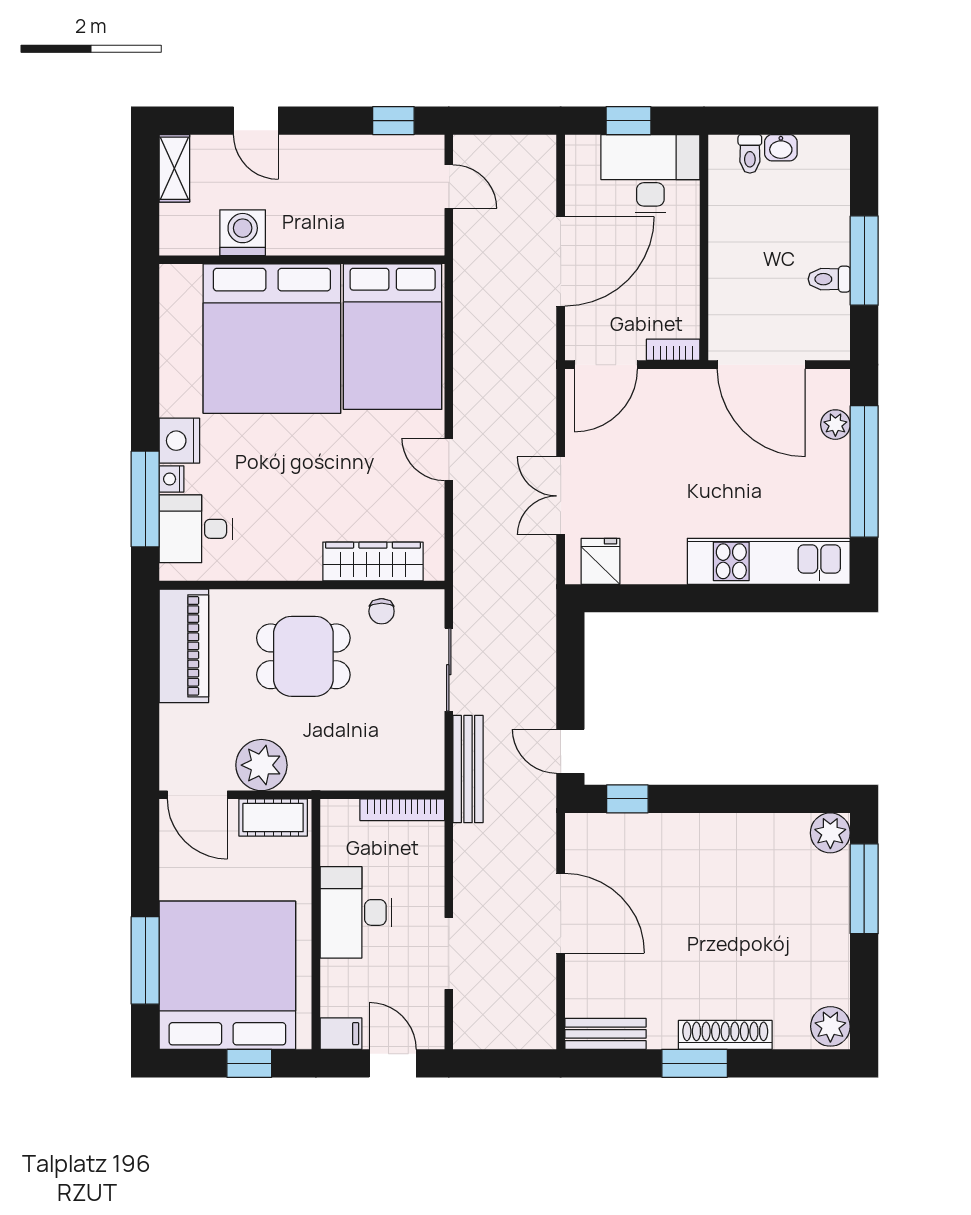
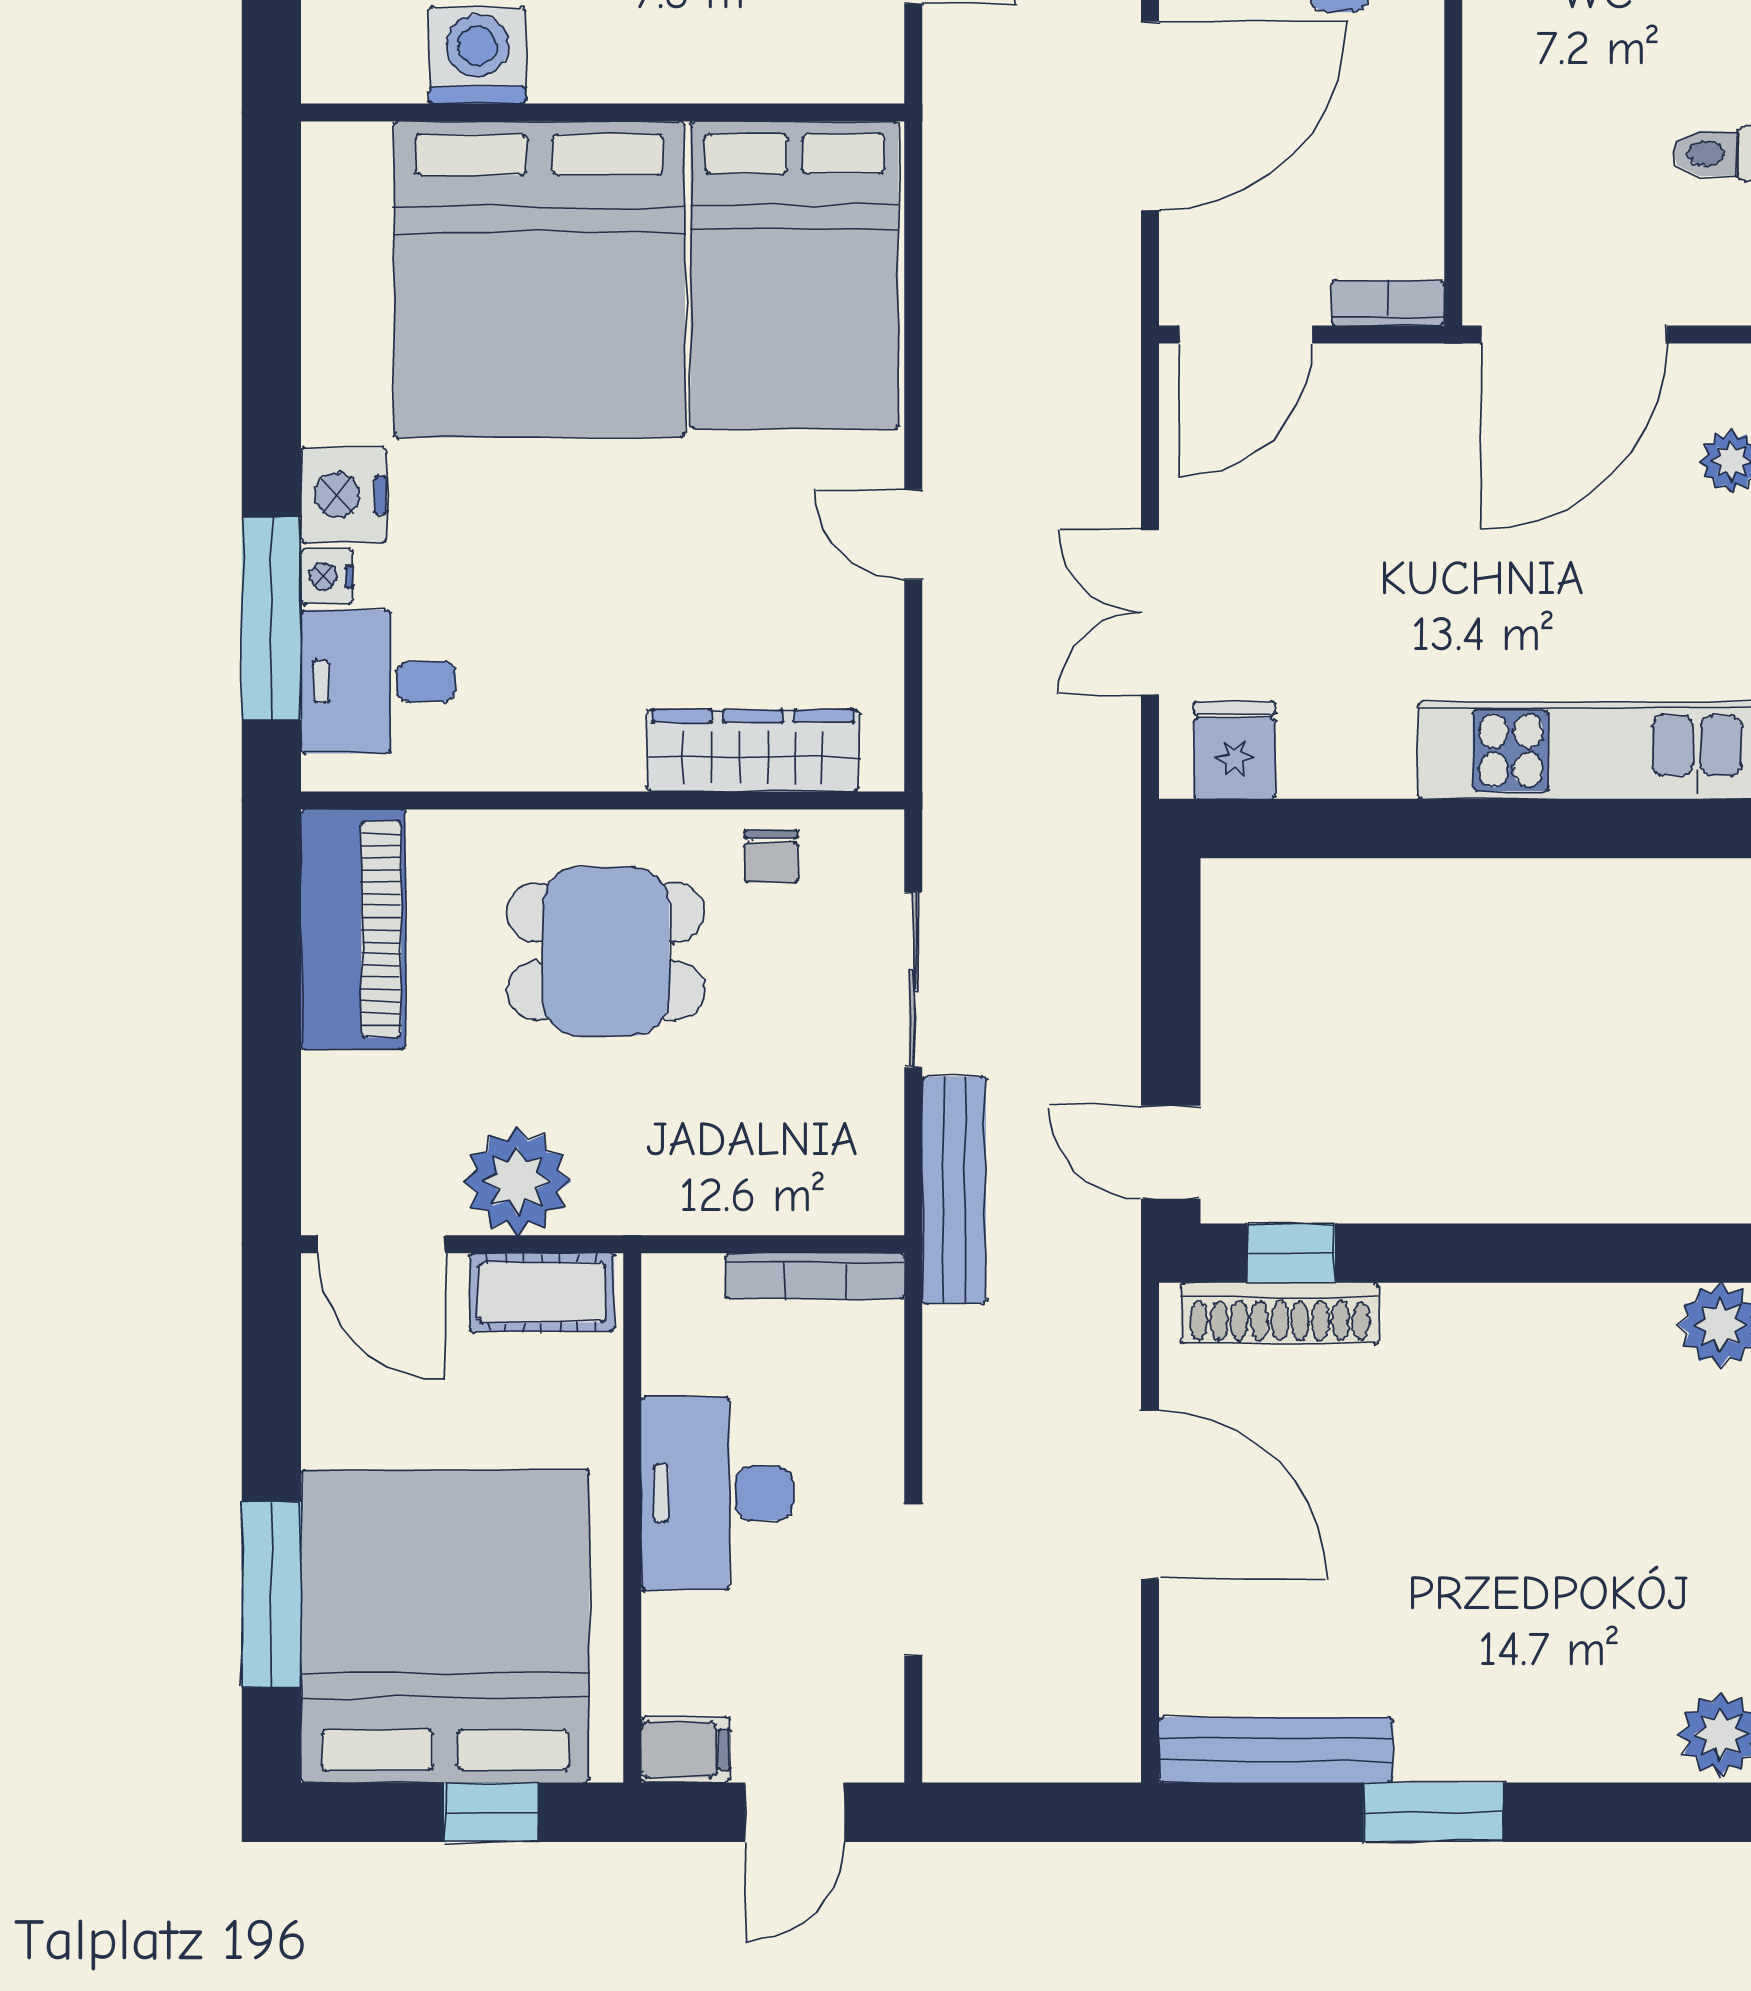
door: (761, 365) -> (1574, 334), hinge flipped
bench: (605, 1034) -> (1276, 1750), width x1.36
shoe rack: (725, 1035) -> (1280, 1313), moved, turned 180
door: (393, 1063) -> (795, 1812), swing flipped

